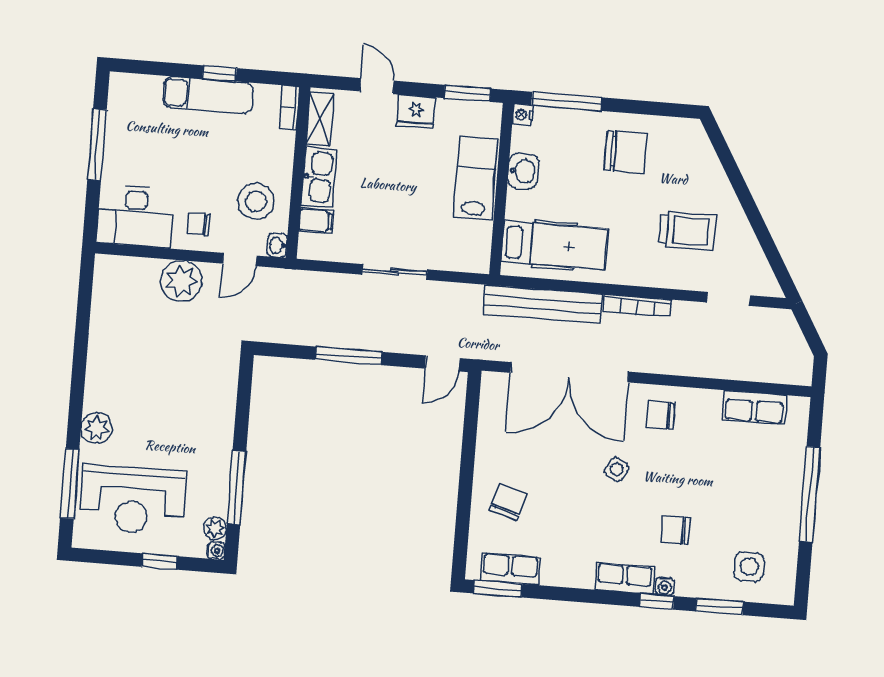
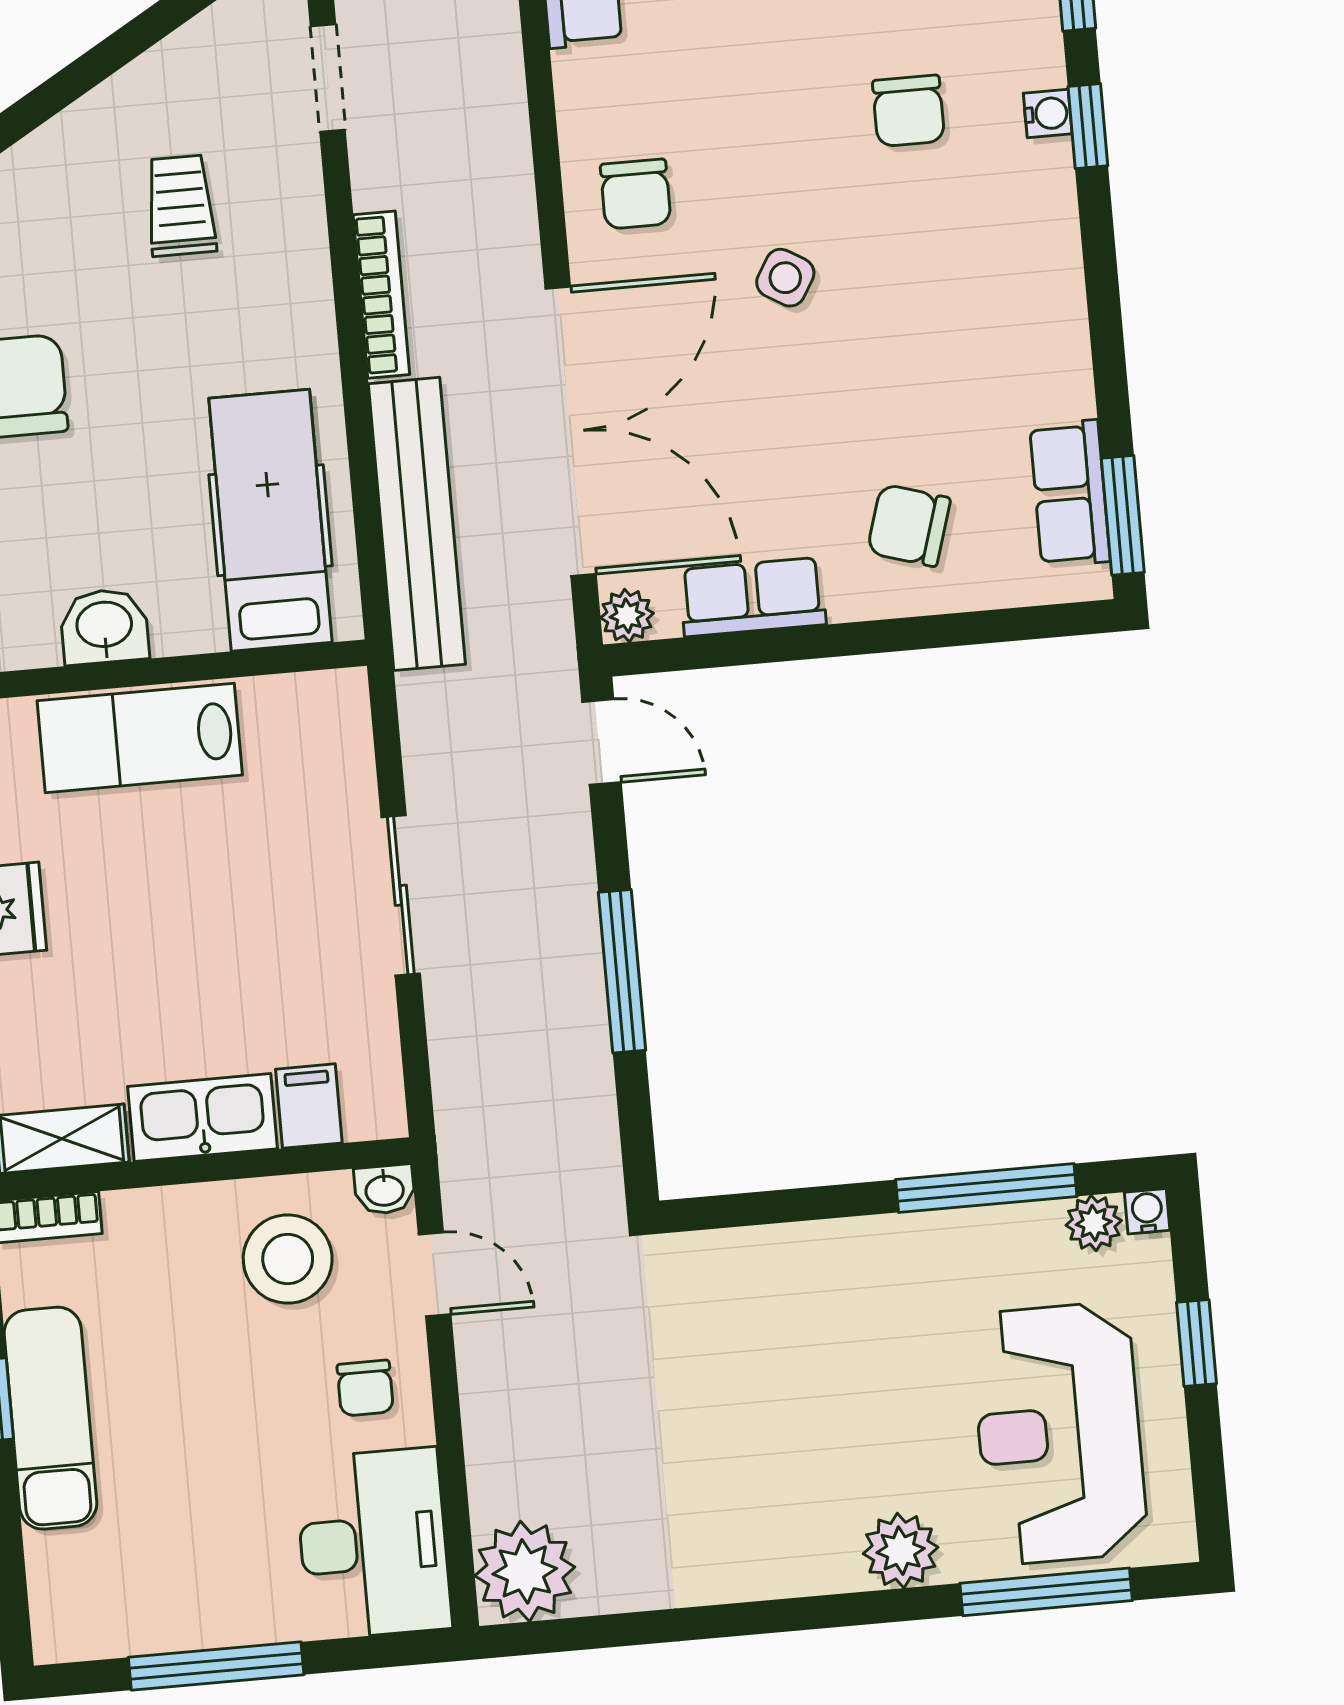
trolley: (687, 231) -> (181, 206), width x0.73, depth x0.72
plant: (181, 281) -> (525, 1571), moved
plant: (491, 382) -> (627, 616), added
reception desk: (133, 500) -> (1059, 1433), turned 180
row of seats: (625, 578) -> (753, 597), moved, turned 90

